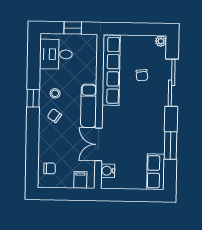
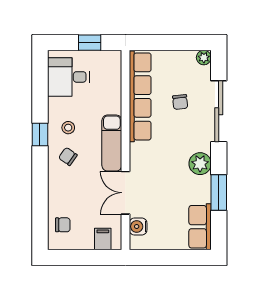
plant: (156, 123) -> (200, 164), added

